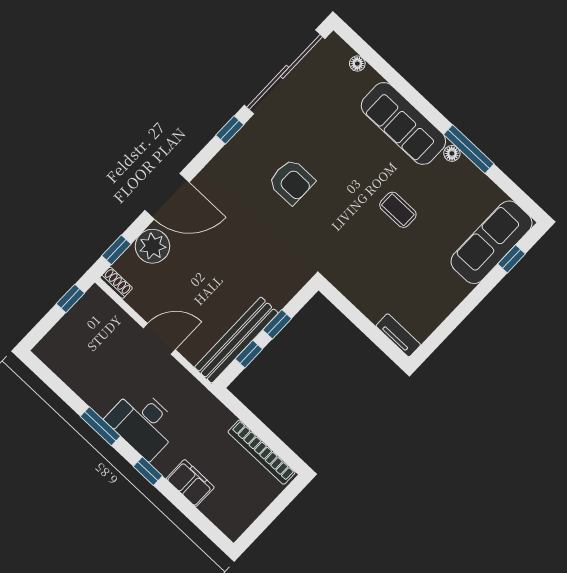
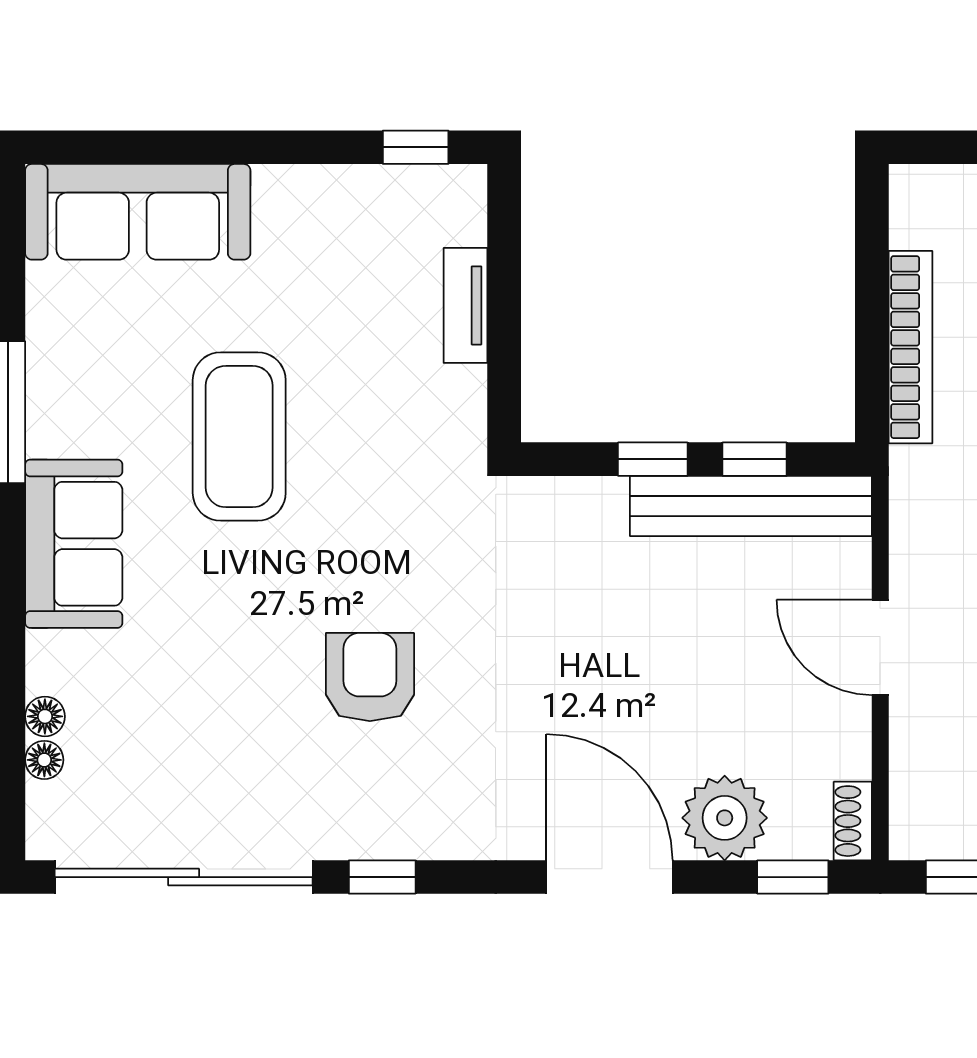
sofa: (403, 123) -> (74, 544), width x0.73
floor lamp: (452, 153) -> (45, 716), moved
coffee table: (398, 210) -> (239, 437), width x1.86, depth x1.72
window: (512, 259) -> (416, 147), moved
tv unit: (398, 335) -> (466, 305), moved
bookcase: (262, 452) -> (910, 347), moved

